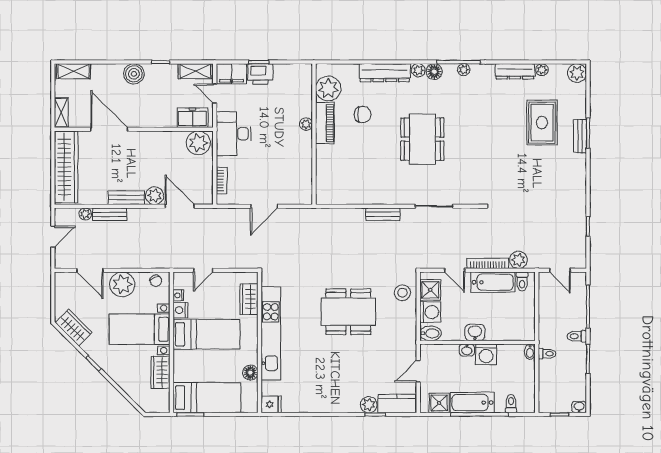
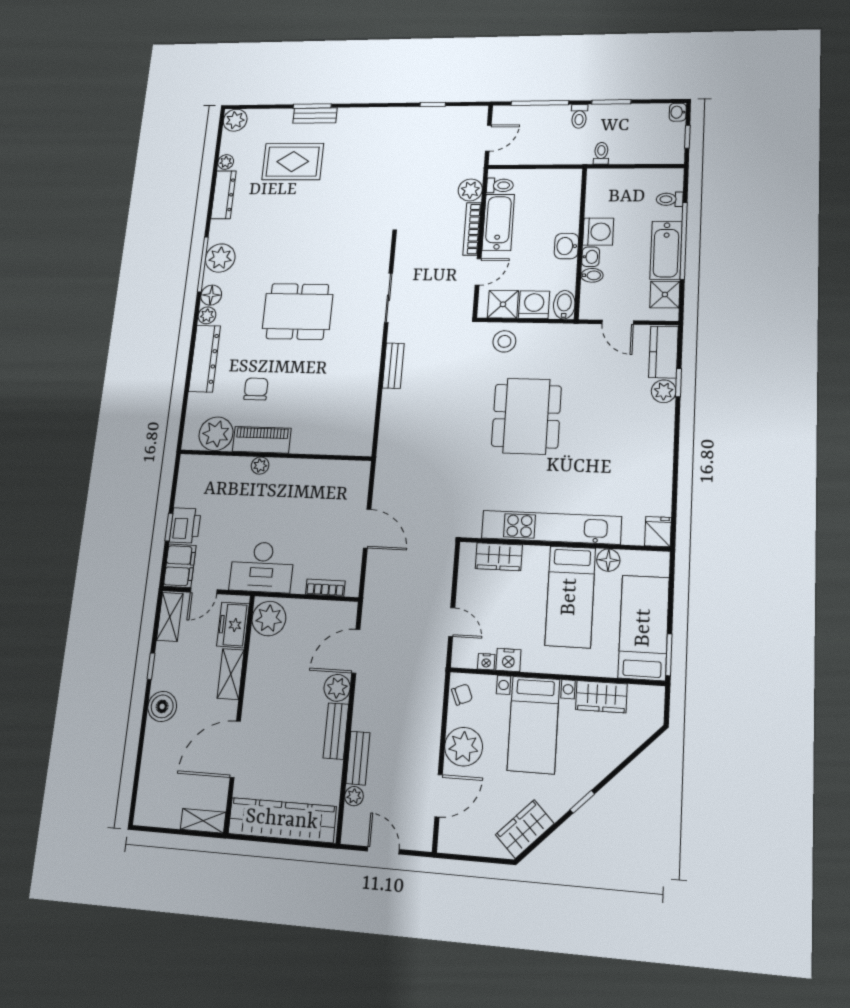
plant: (464, 70) -> (220, 258), width x1.88, depth x1.88
shelving: (74, 71) -> (231, 674), moved
bed: (206, 334) -> (570, 597), moved, turned 180
bidet: (530, 352) -> (592, 275), moved

